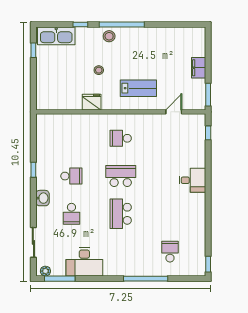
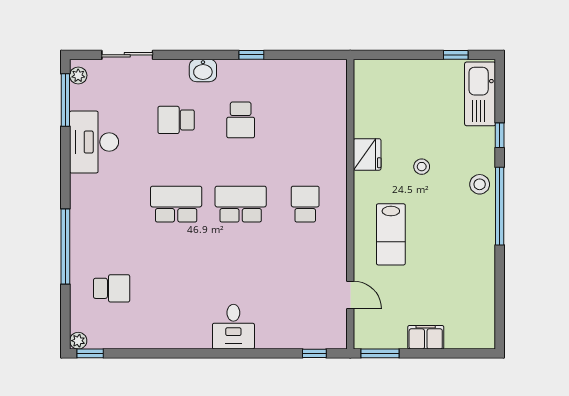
school desk: (121, 176) -> (241, 204), turned -90
plant: (201, 271) -> (78, 341), added

